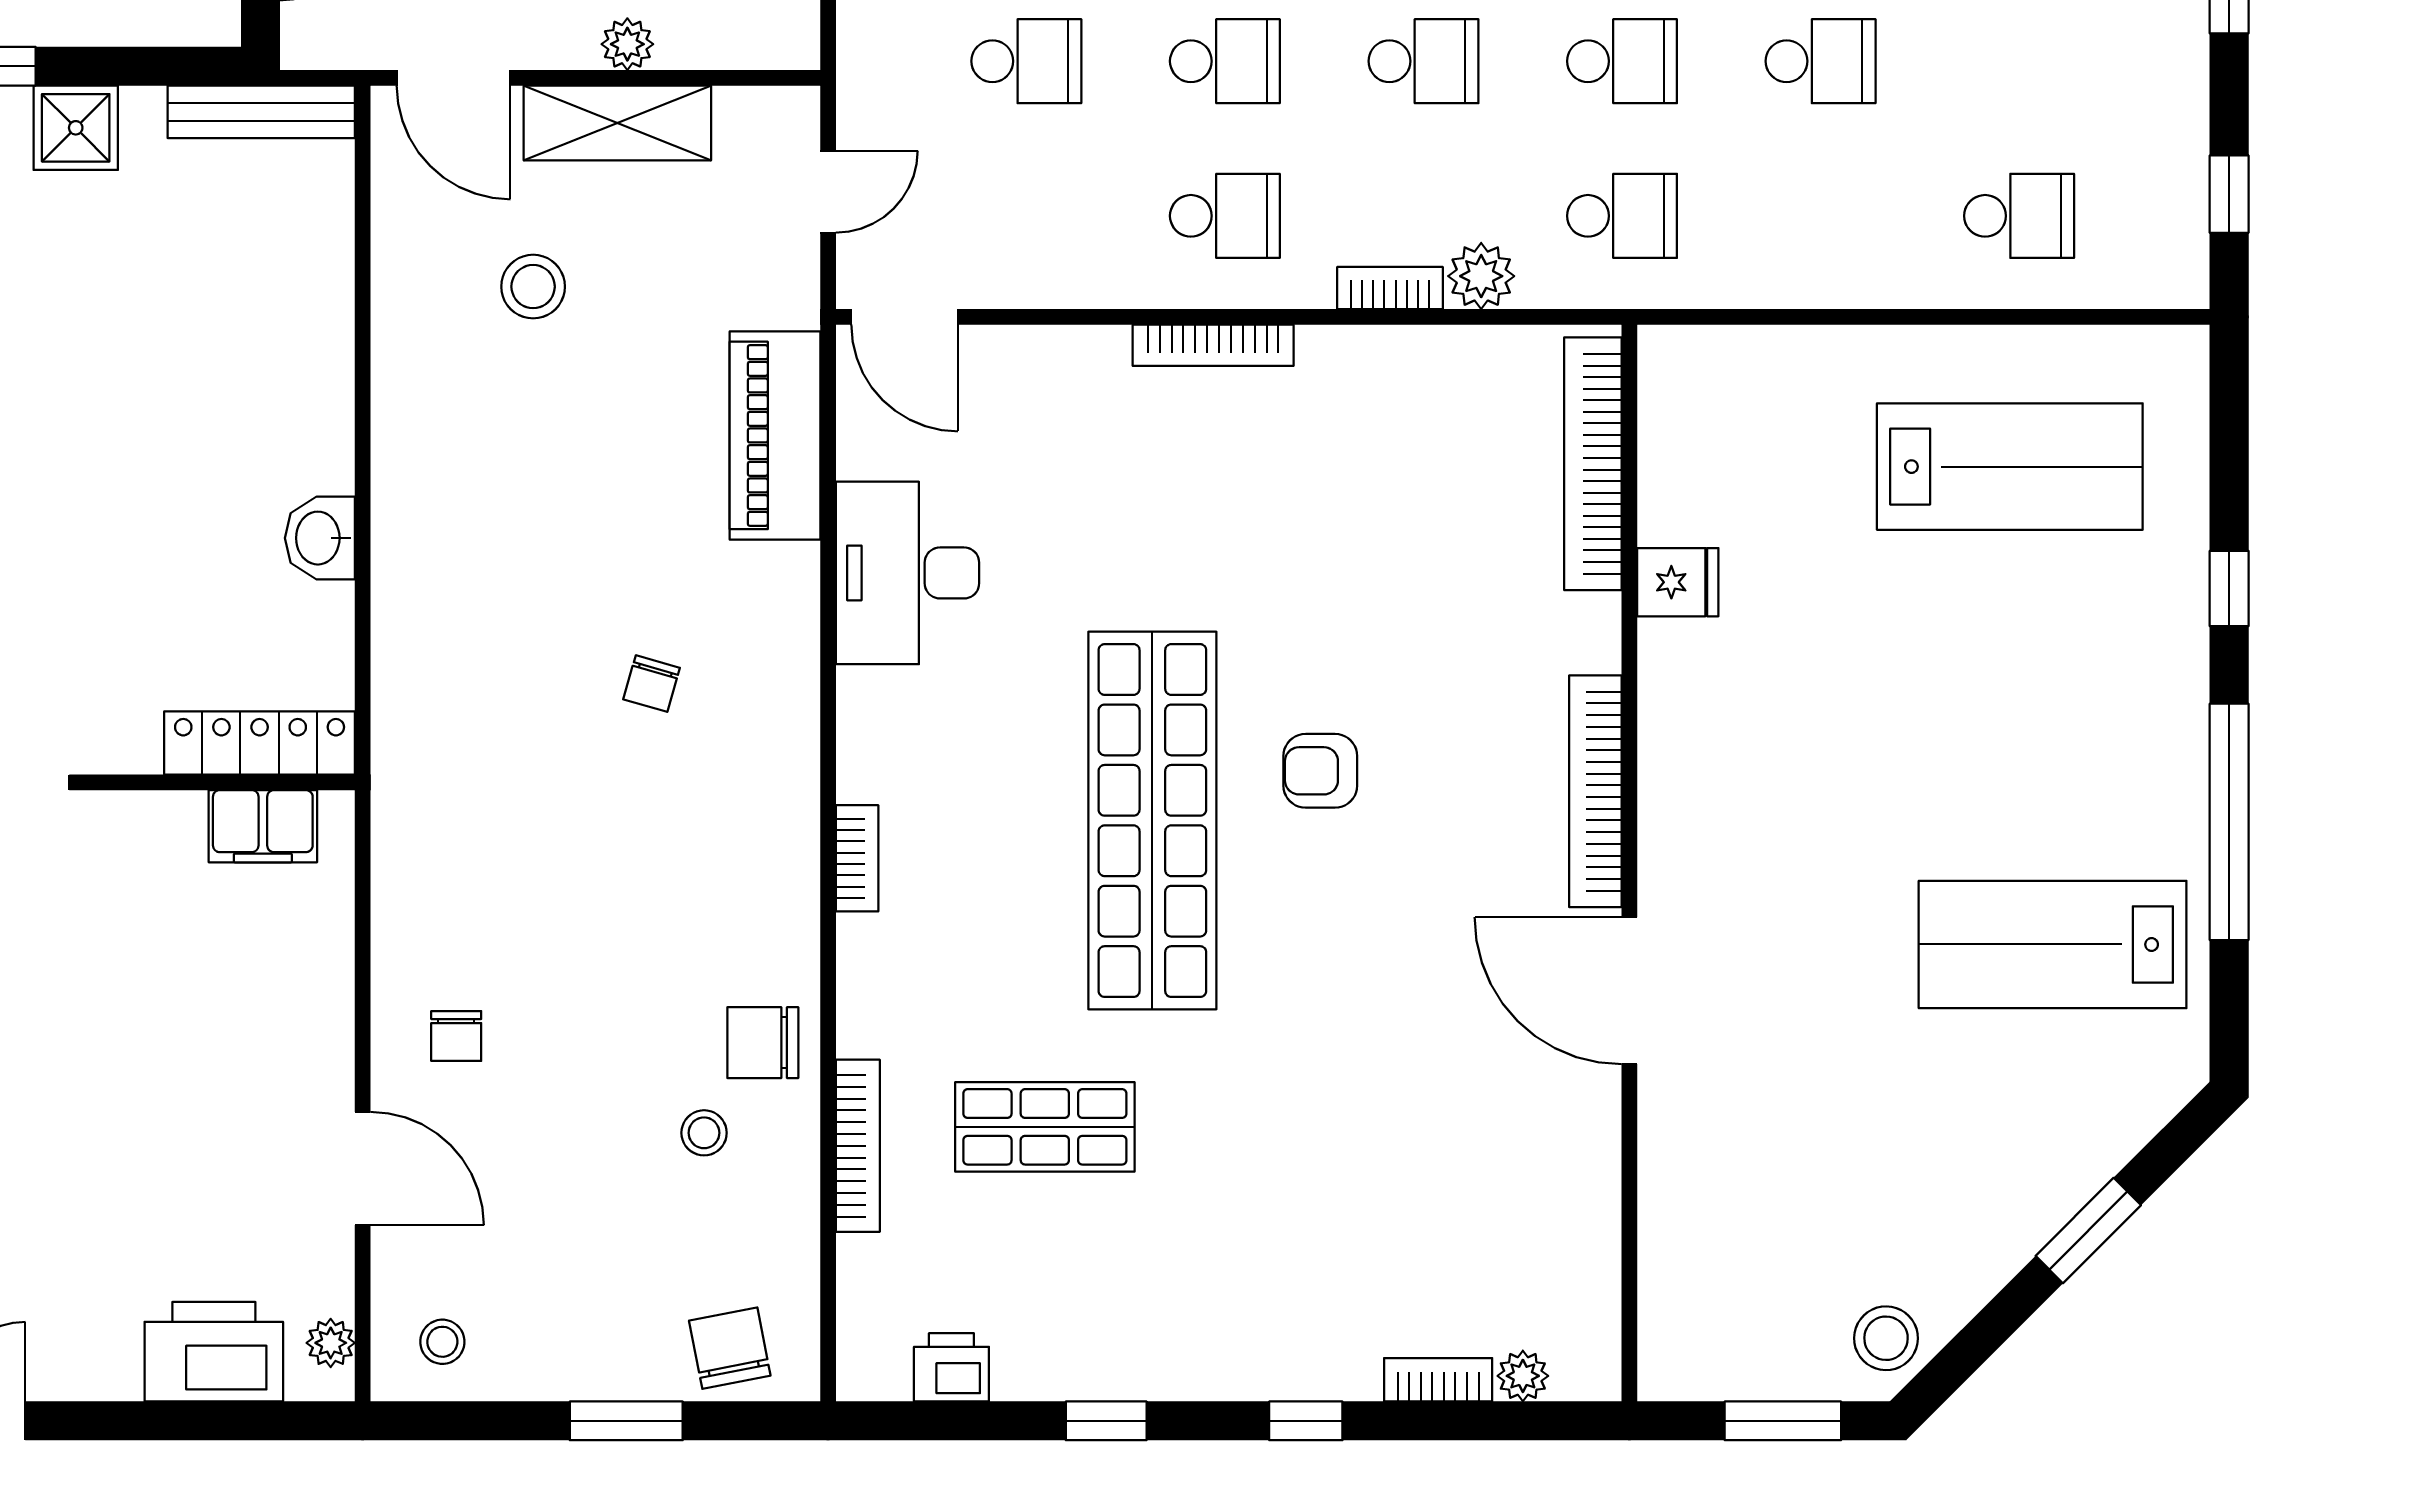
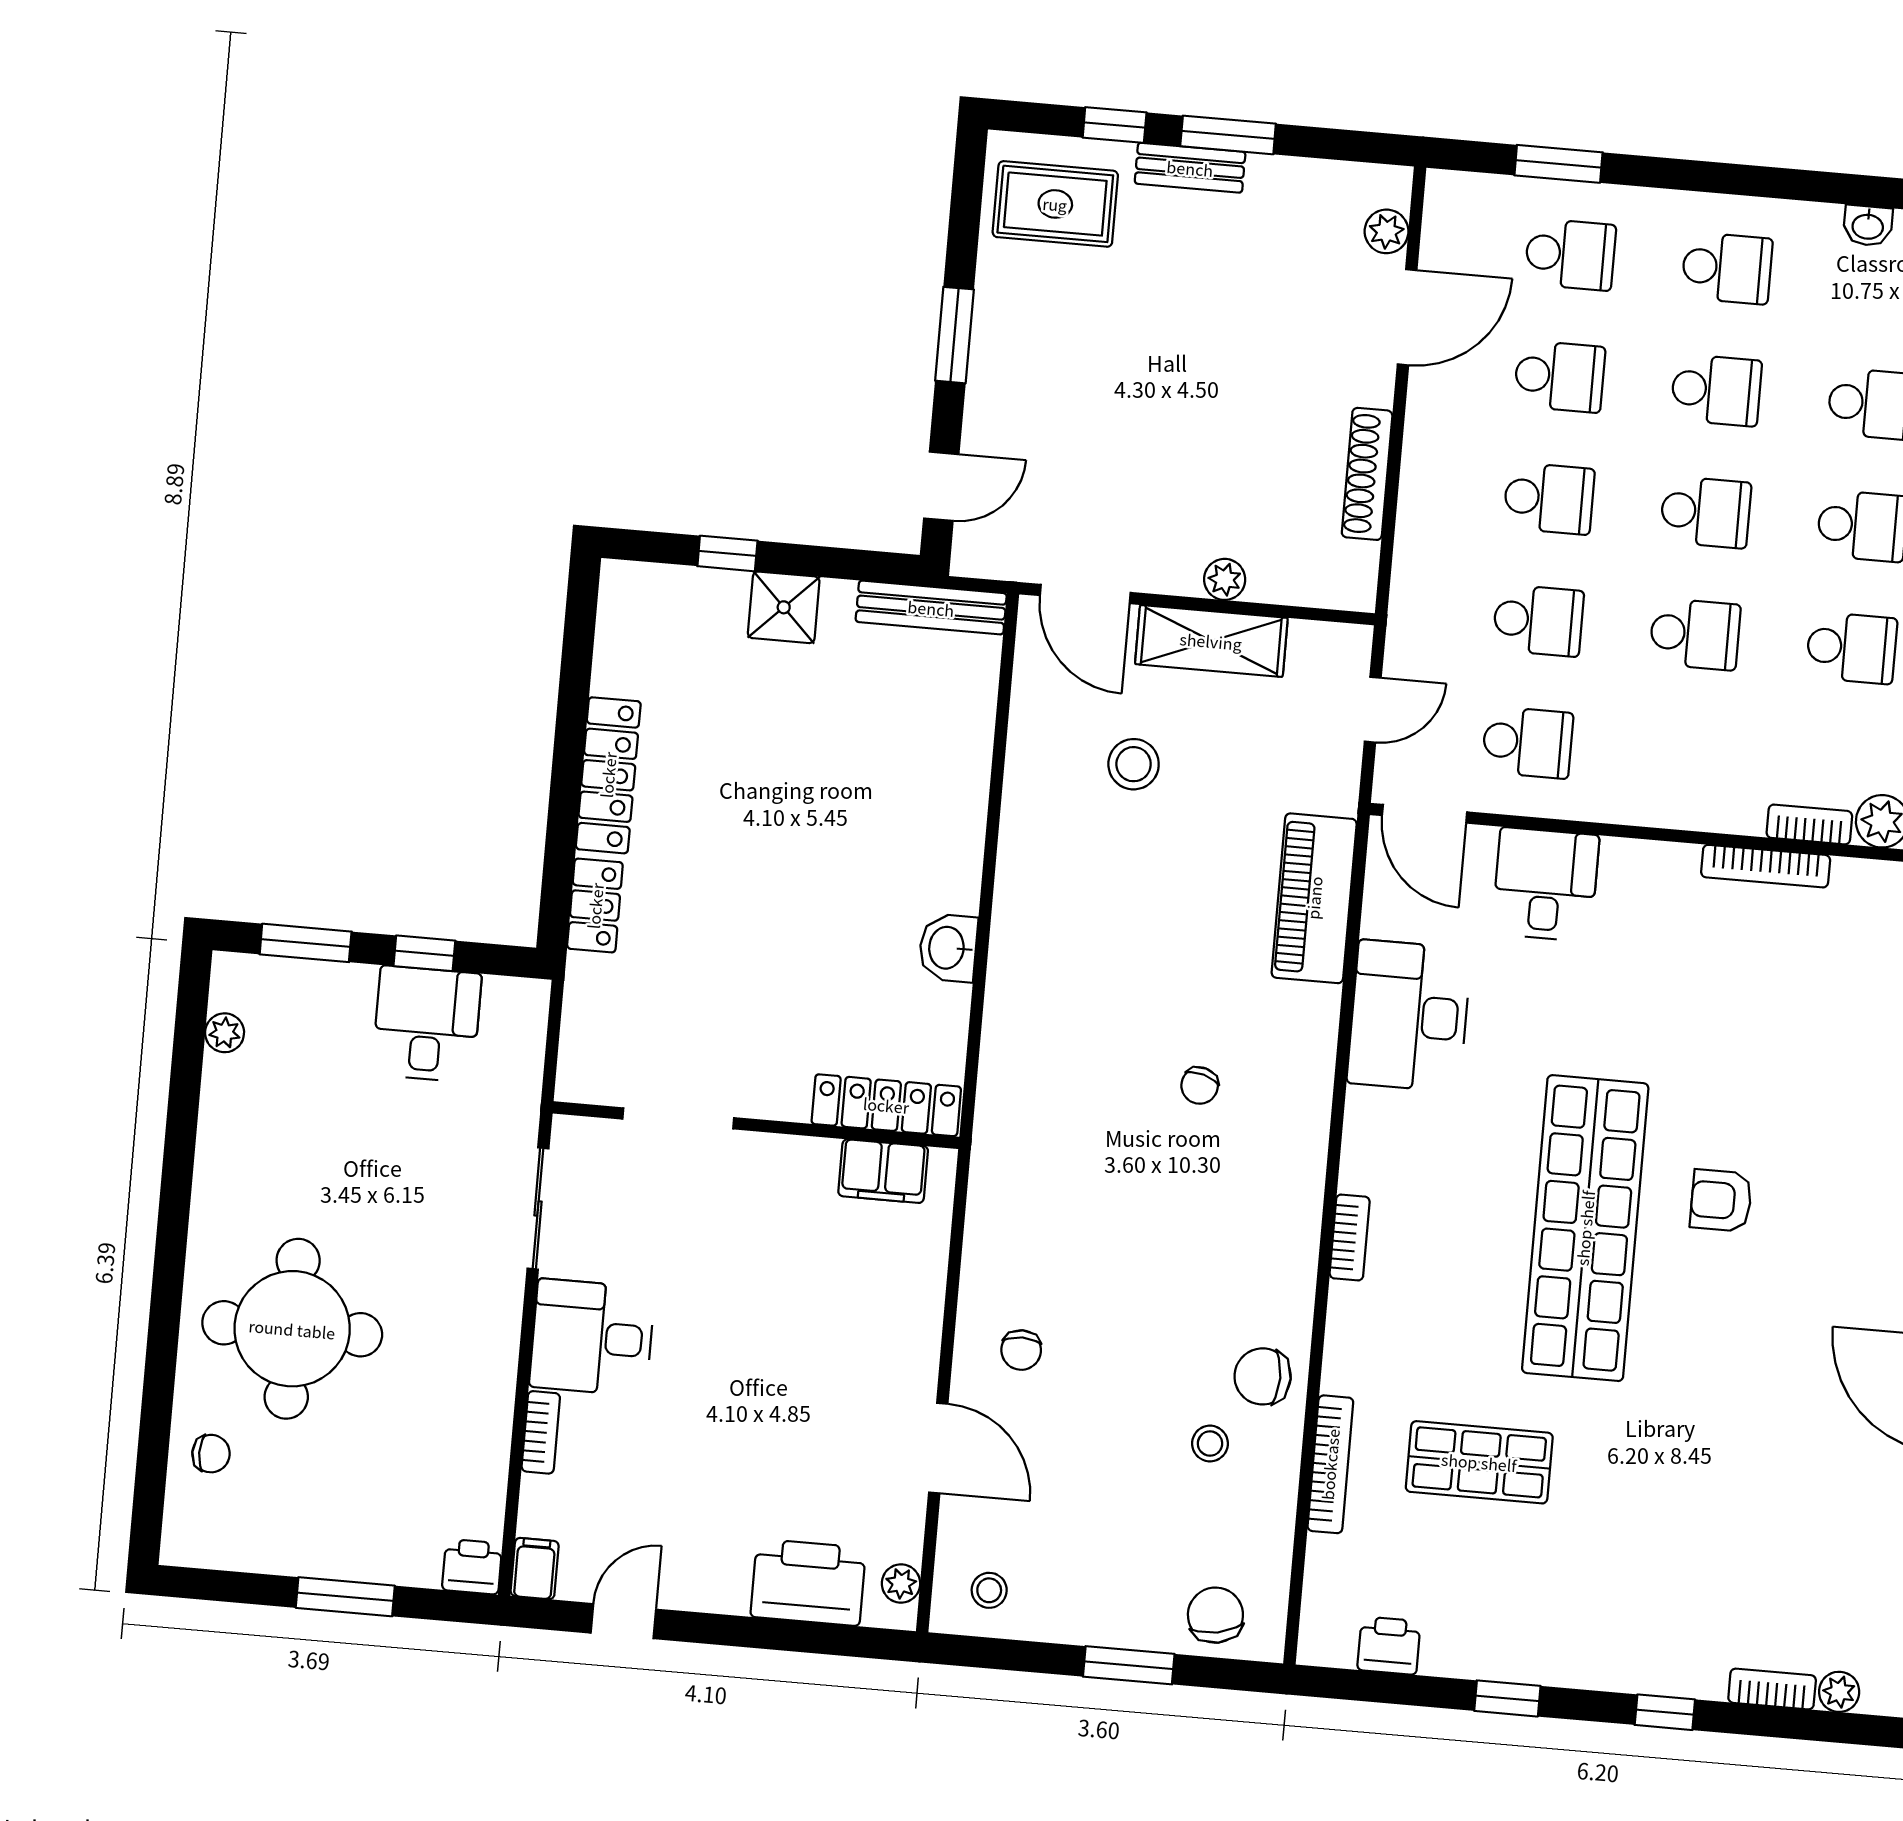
school desk: (1225, 216) -> (1528, 742), moved
bookcase: (1213, 345) -> (1766, 866), moved
desk: (1065, 393) -> (1546, 884), added

